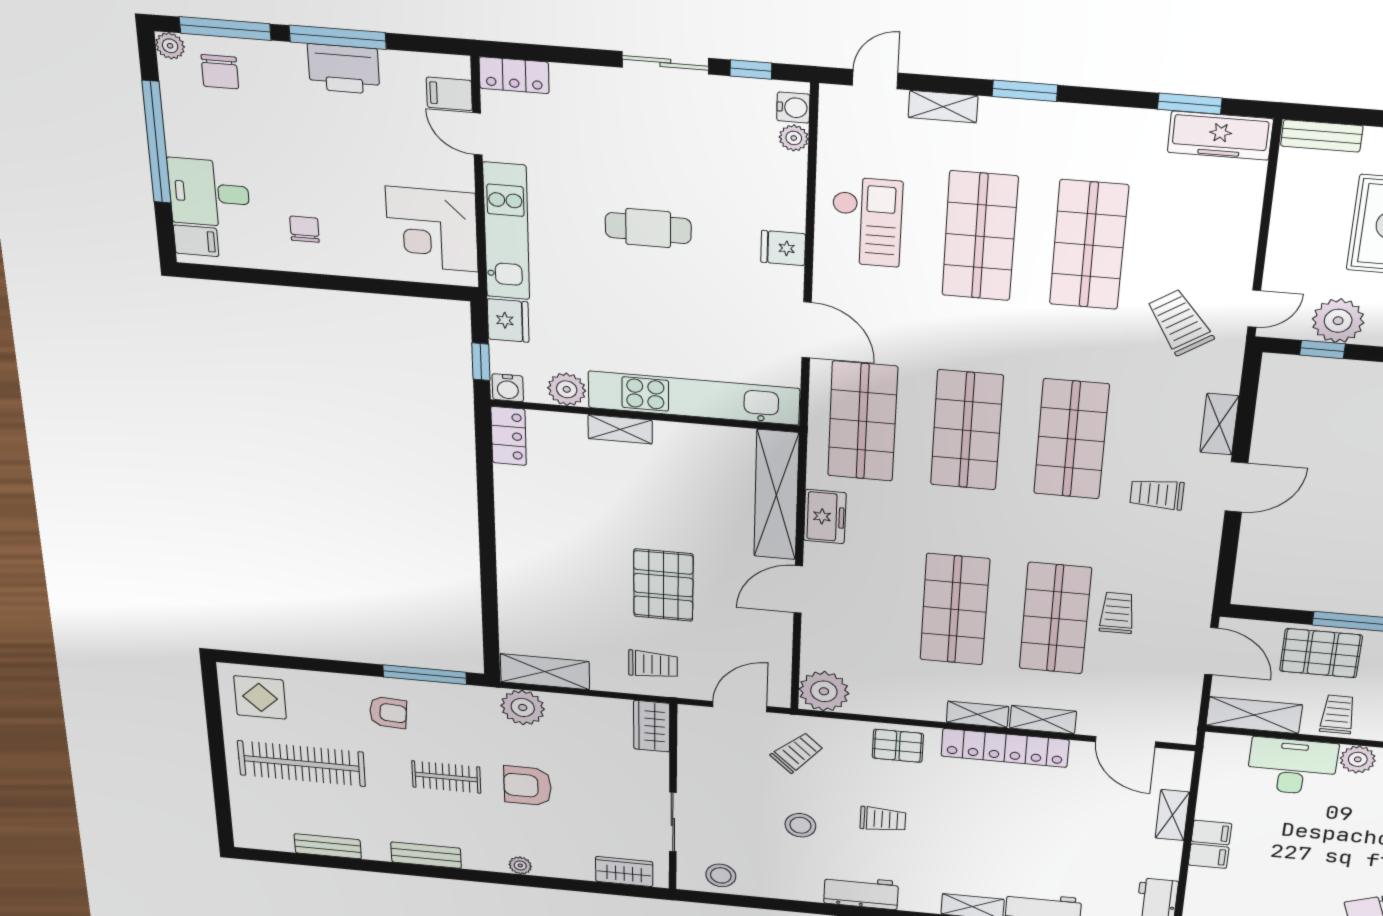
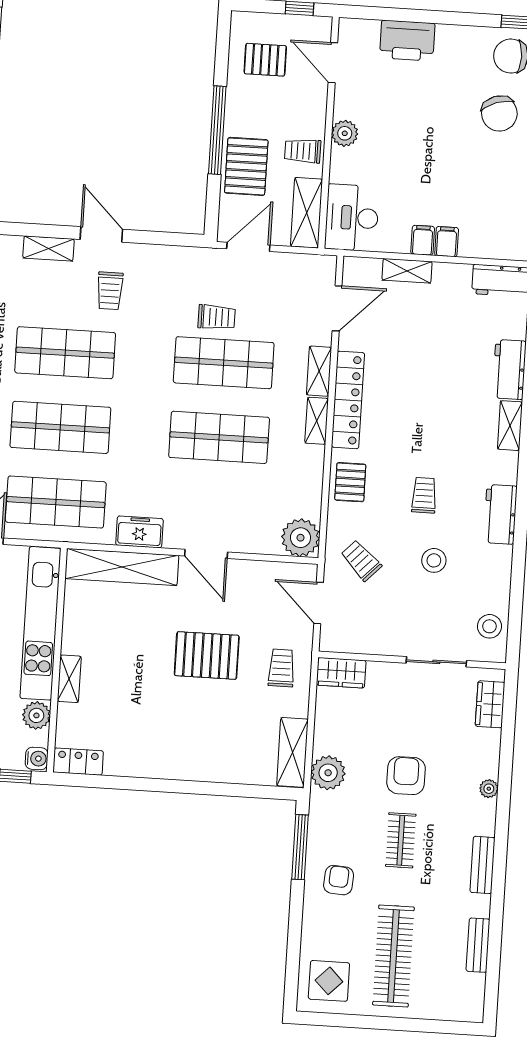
trolley: (1117, 613) -> (217, 317), turned 180
desk: (1292, 766) -> (352, 218), moved
armchair: (528, 786) -> (406, 776), turned 180

